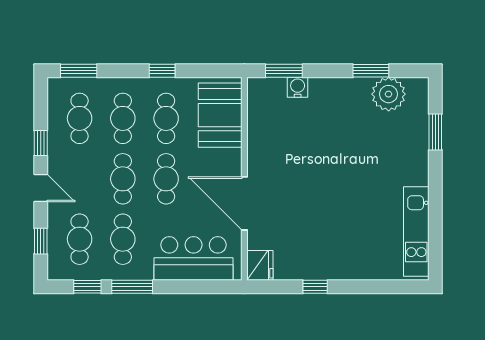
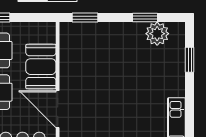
water cooler: (298, 87) -> (94, 29), removed
booth: (220, 115) -> (41, 67), moved

